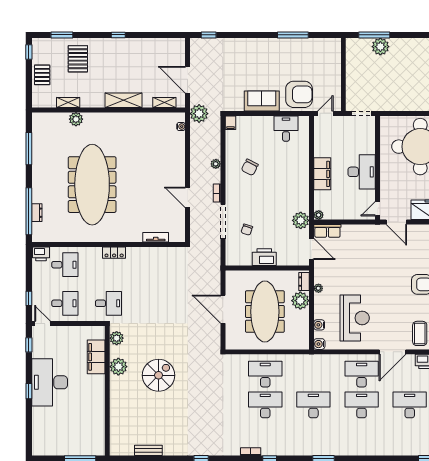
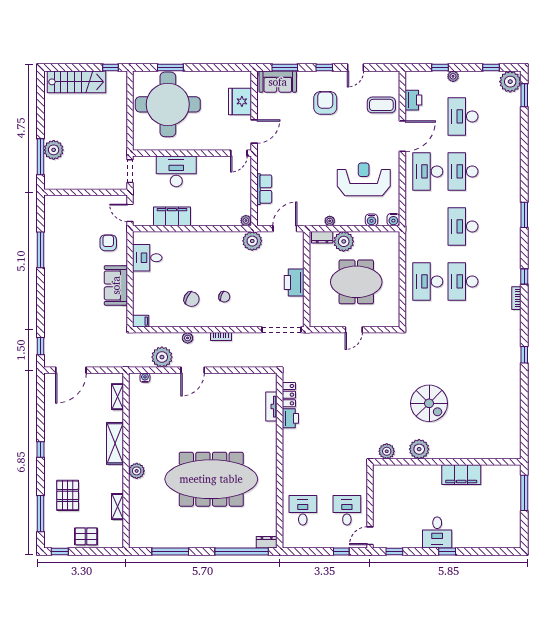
window: (62, 35) -> (40, 514), width x1.44
pallet: (78, 59) -> (68, 495), turned 90
door: (188, 80) -> (71, 370), moved
armchair: (299, 94) -> (108, 243), width x0.53, depth x0.53
plant: (199, 114) -> (162, 357), moved
plant: (76, 119) -> (137, 471), moved
desk: (362, 172) -> (176, 171), moved
filing cabinet: (322, 174) -> (172, 216), moved
door: (188, 197) -> (193, 370), moved
door: (378, 209) -> (239, 153), hinge flipped
dresser: (37, 213) -> (267, 542), moved
doorway: (223, 221) -> (282, 330), moved
chair: (247, 230) -> (224, 297), moved
row of seats: (327, 231) -> (264, 189), moved
locker: (114, 253) -> (289, 395), moved
printer: (41, 254) -> (290, 418), moved
desk: (109, 303) -> (347, 460), removed
door: (223, 309) -> (354, 330), width x0.53
meeting table: (265, 312) -> (356, 282), width x0.73
door: (392, 352) -> (402, 136), hinge flipped
filing cabinet: (96, 357) -> (461, 475), moved
spiral stairs: (159, 375) -> (429, 403), turned 180
desk: (50, 382) -> (437, 532), width x0.53, depth x0.77
bench: (148, 450) -> (515, 415), removed

